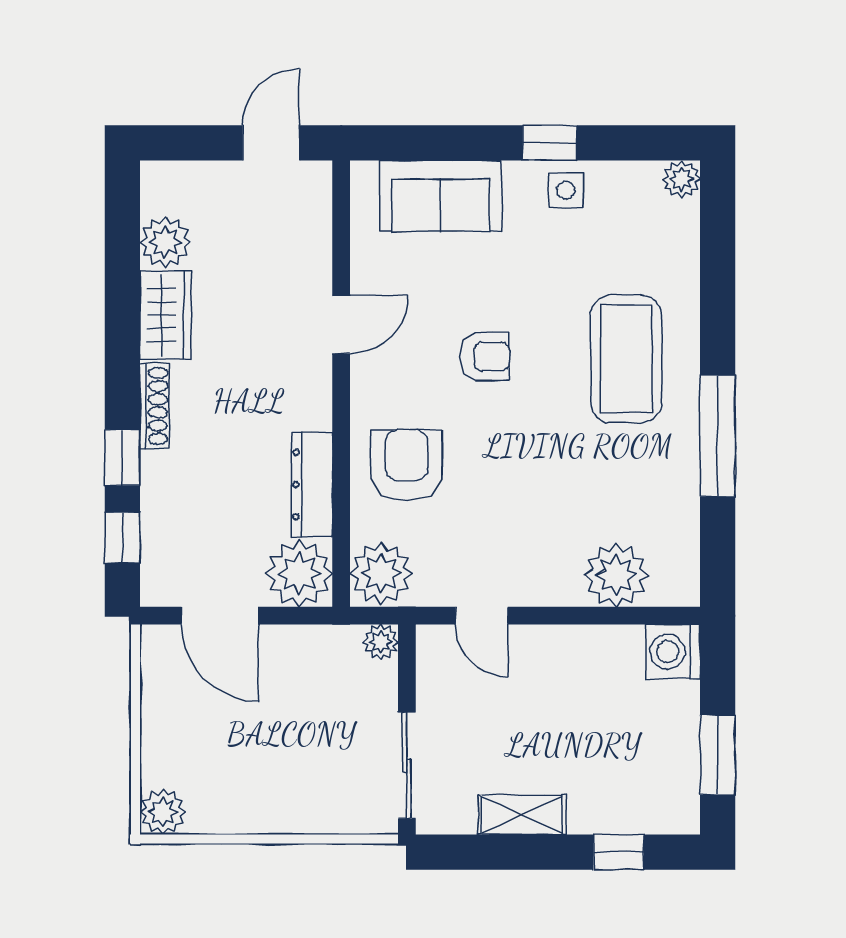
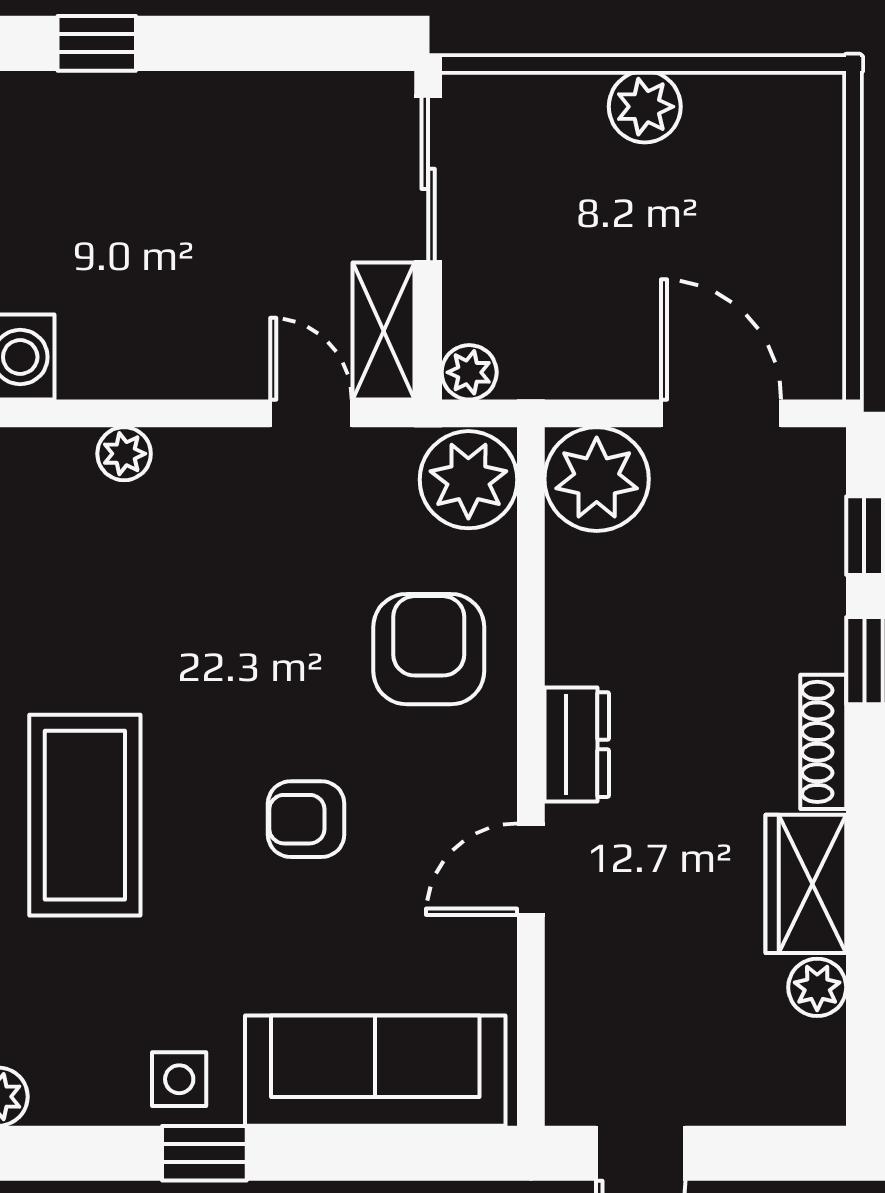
sofa: (441, 196) -> (375, 1071), width x1.36
plant: (165, 242) -> (817, 987), width x0.73, depth x0.73
armchair: (407, 465) -> (429, 649), turned 180
dresser: (312, 484) -> (577, 745), moved, width x0.70
plant: (616, 575) -> (124, 454), width x0.53, depth x0.53
plant: (163, 812) -> (645, 107), moved
shelving: (522, 815) -> (384, 331), moved, turned 90

